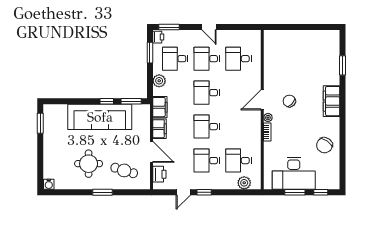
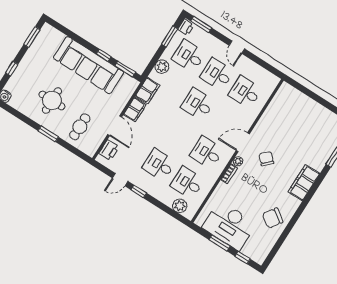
desk: (207, 127) -> (207, 153), moved
window: (40, 159) -> (12, 69), added
cafe table: (124, 170) -> (80, 127), turned 73

